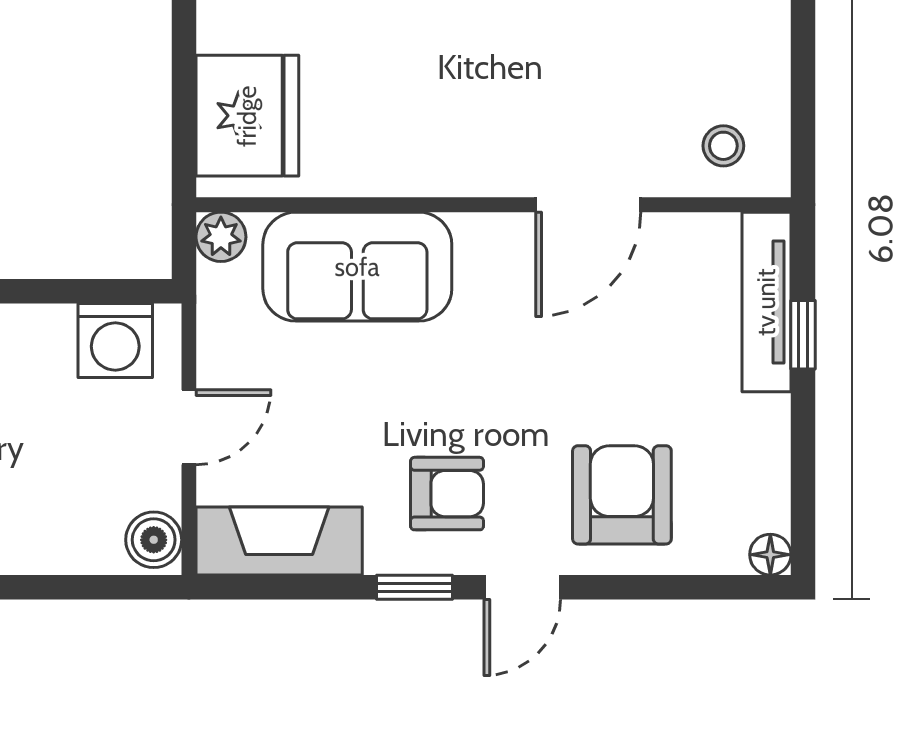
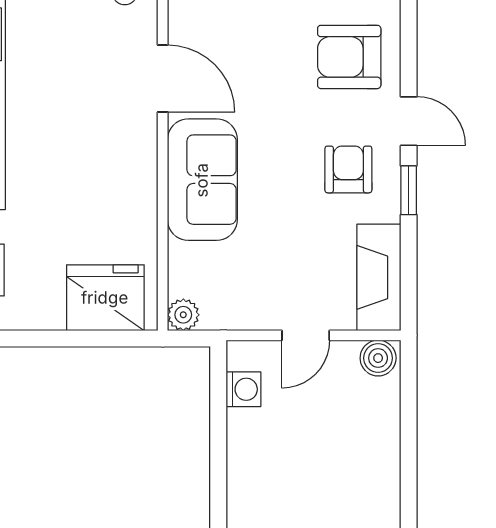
sofa: (357, 267) -> (202, 180), moved
washing machine: (115, 341) -> (243, 389), width x0.73, depth x0.73
door: (189, 427) -> (306, 335), swing flipped

